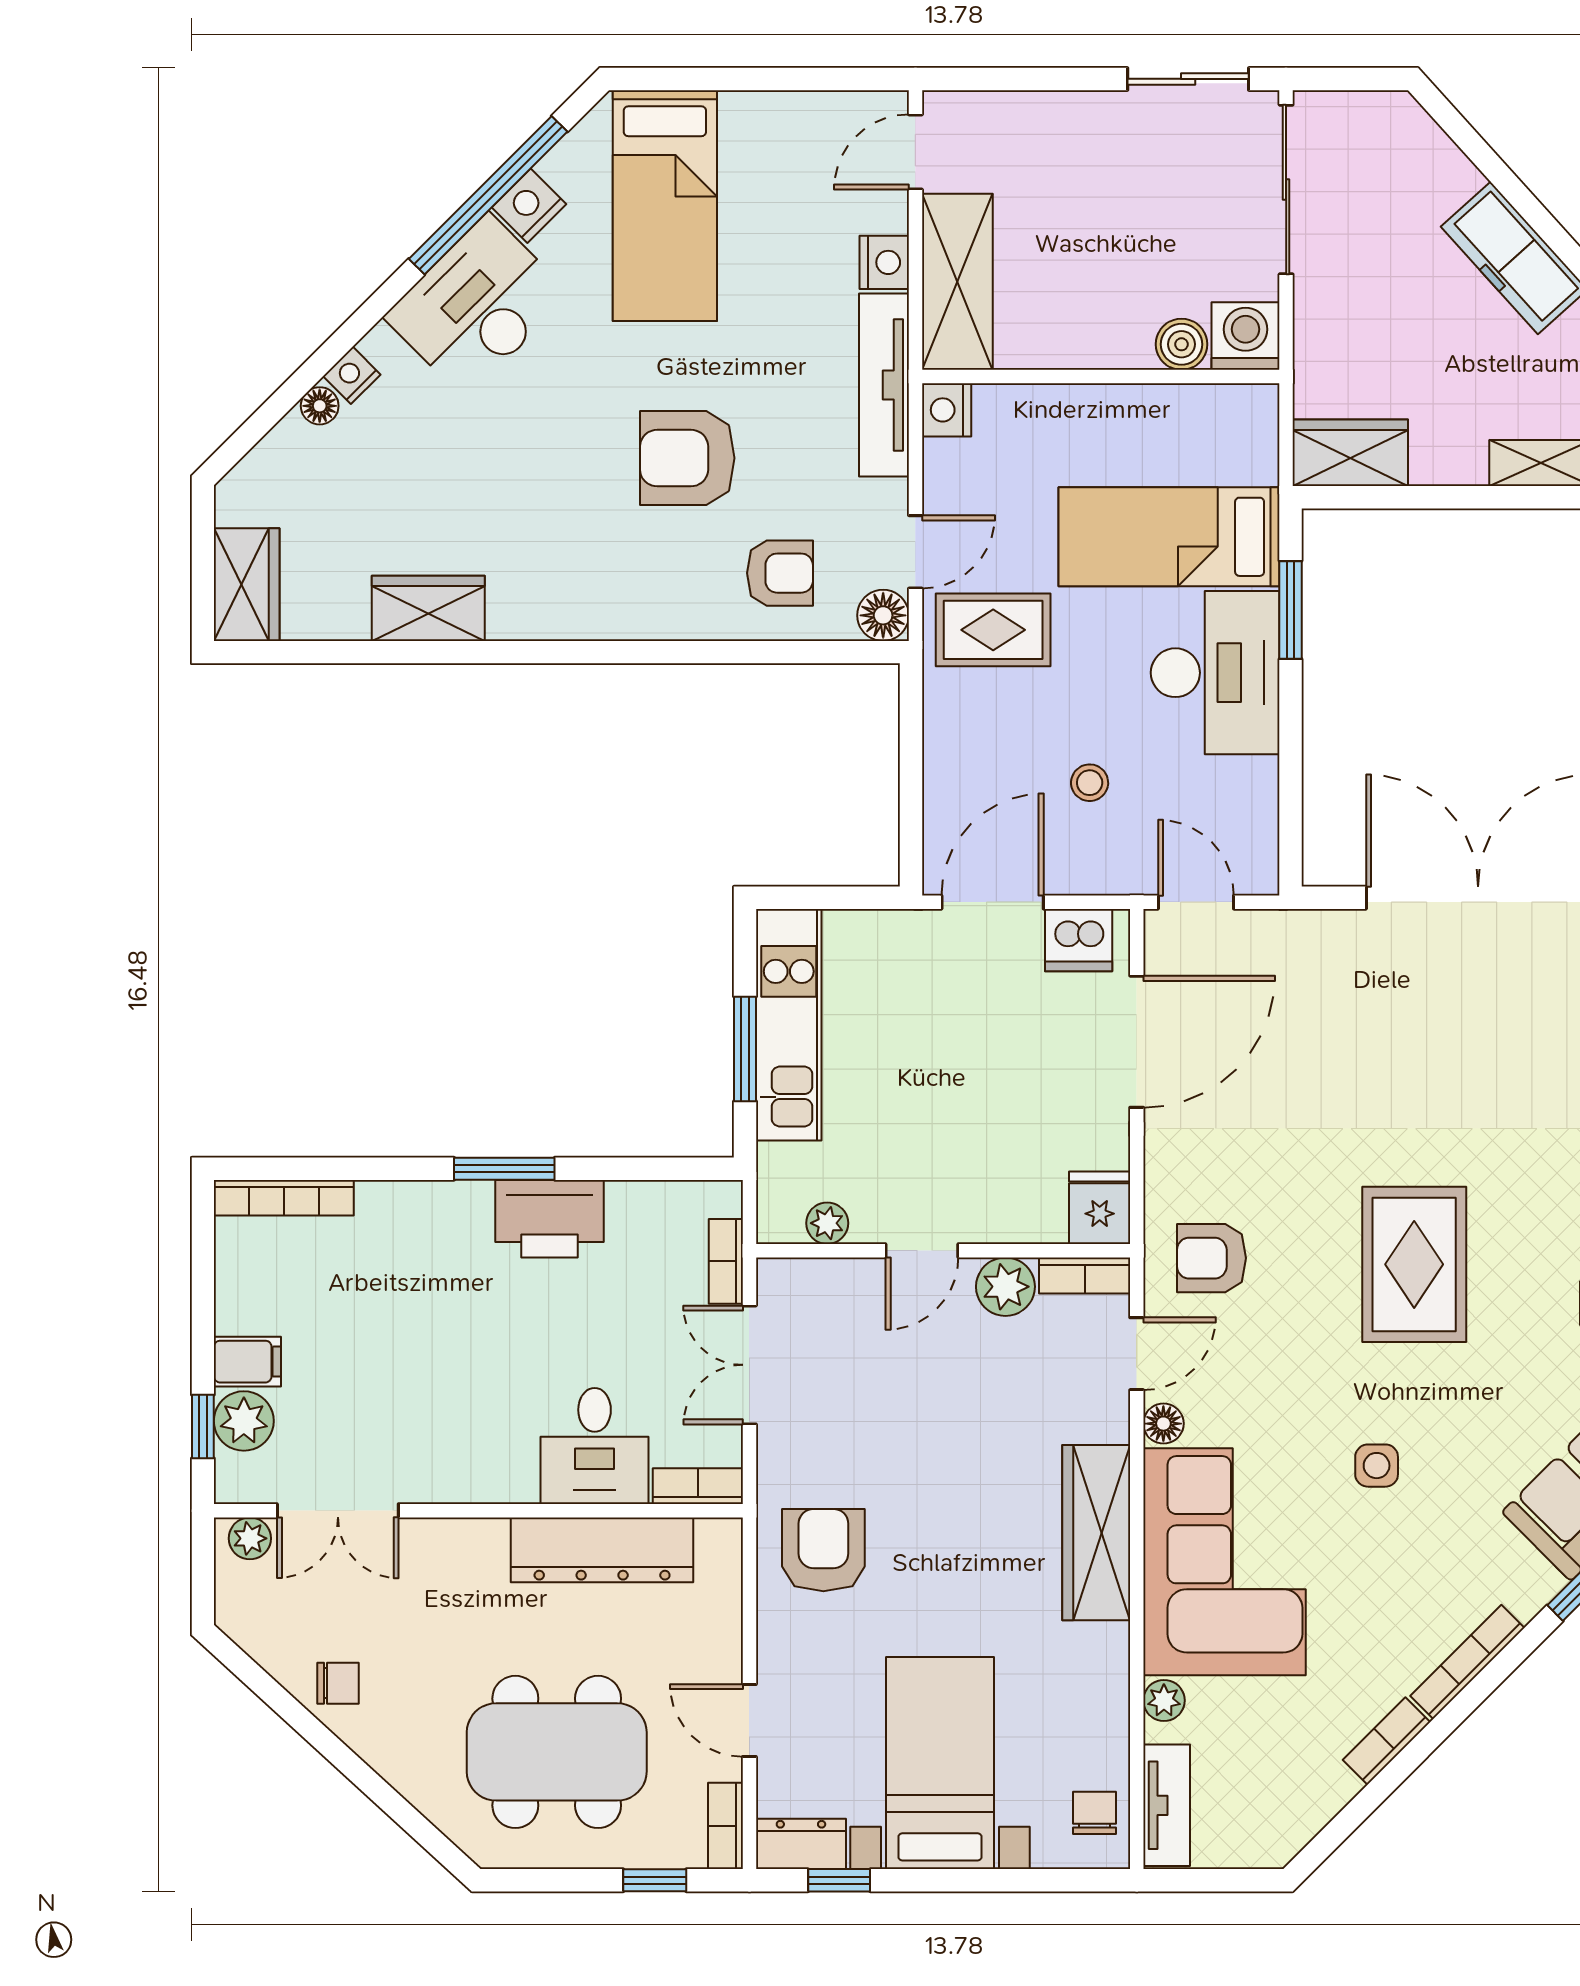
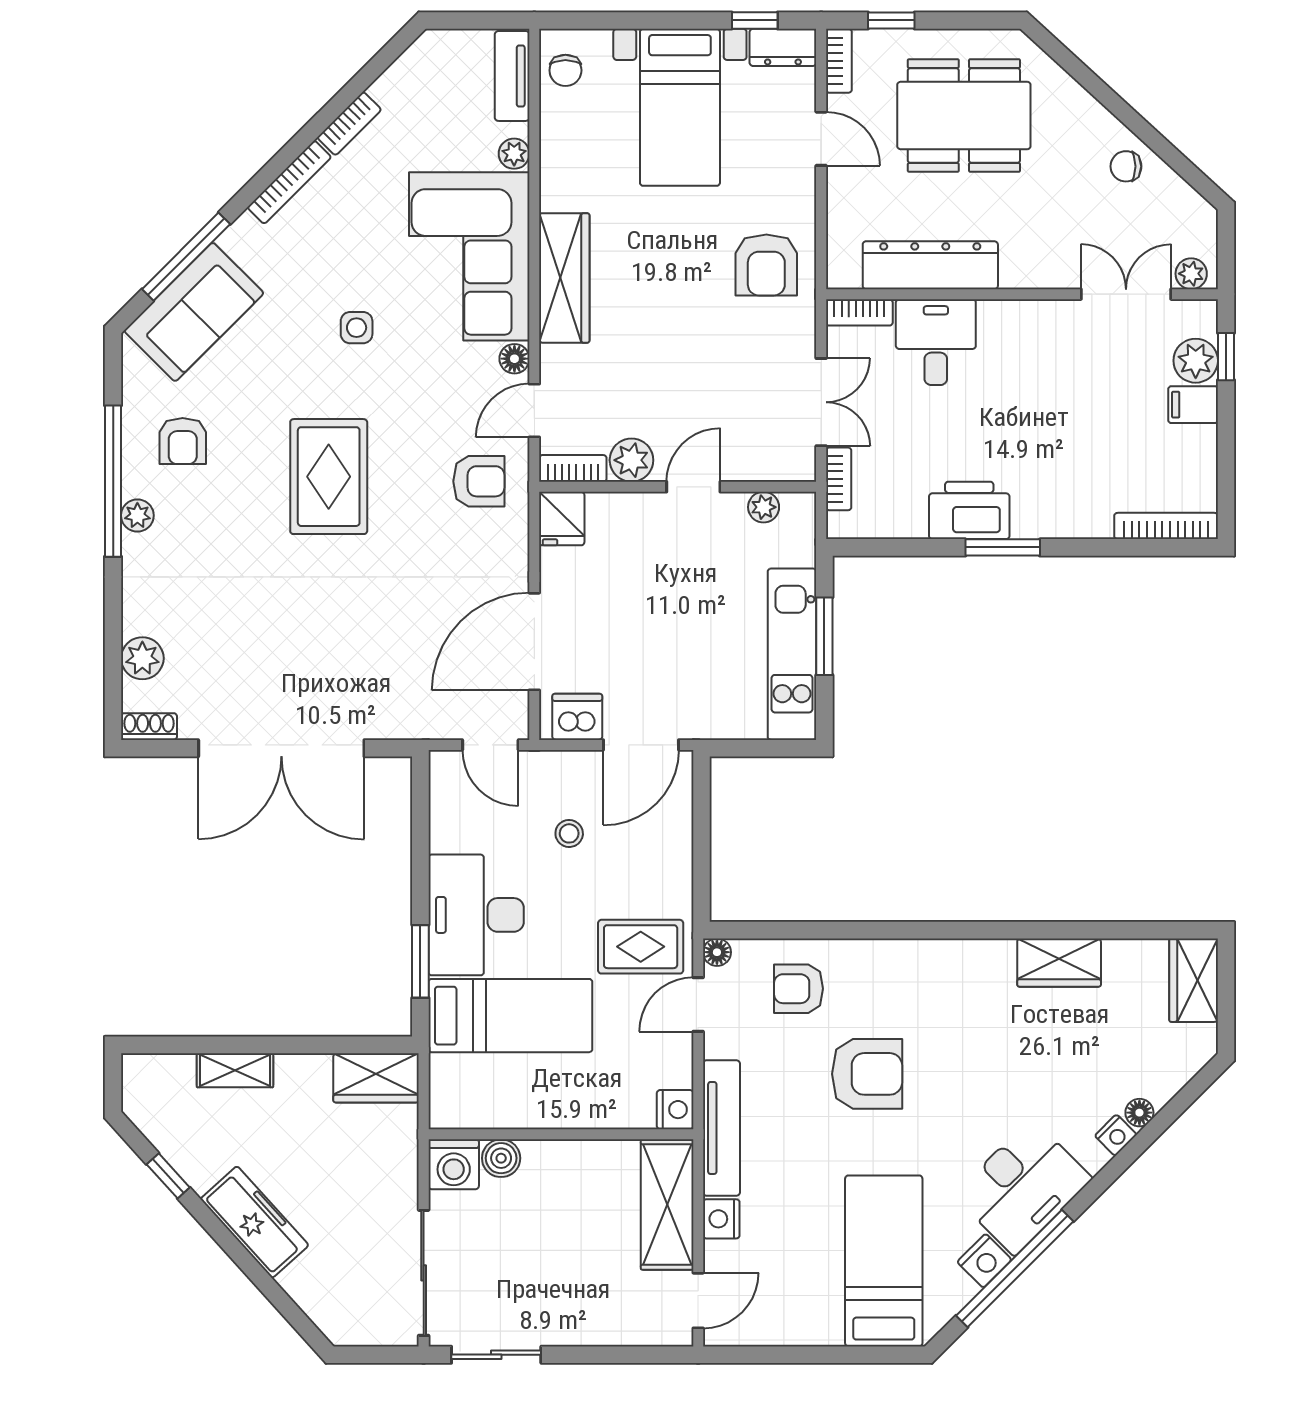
floor lamp: (883, 615) -> (717, 952), width x0.73, depth x0.73

